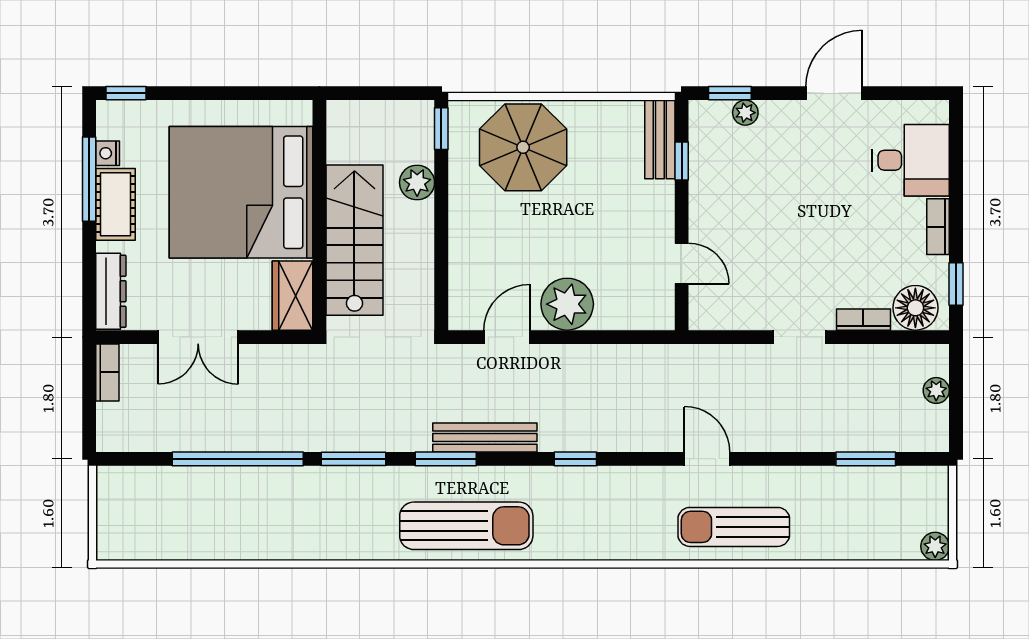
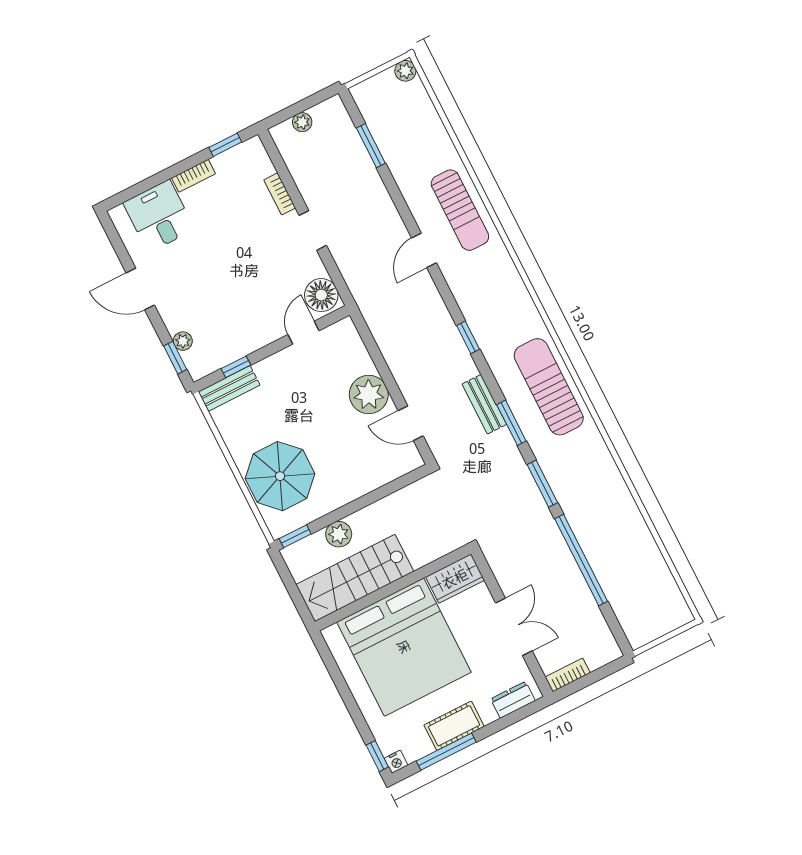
nightstand: (108, 153) -> (396, 762), moved
stairs: (354, 240) -> (355, 578), moved
dresser: (111, 291) -> (513, 700), width x0.70
floor lamp: (915, 308) -> (321, 295), moved
bench: (485, 438) -> (484, 404), width x0.73

